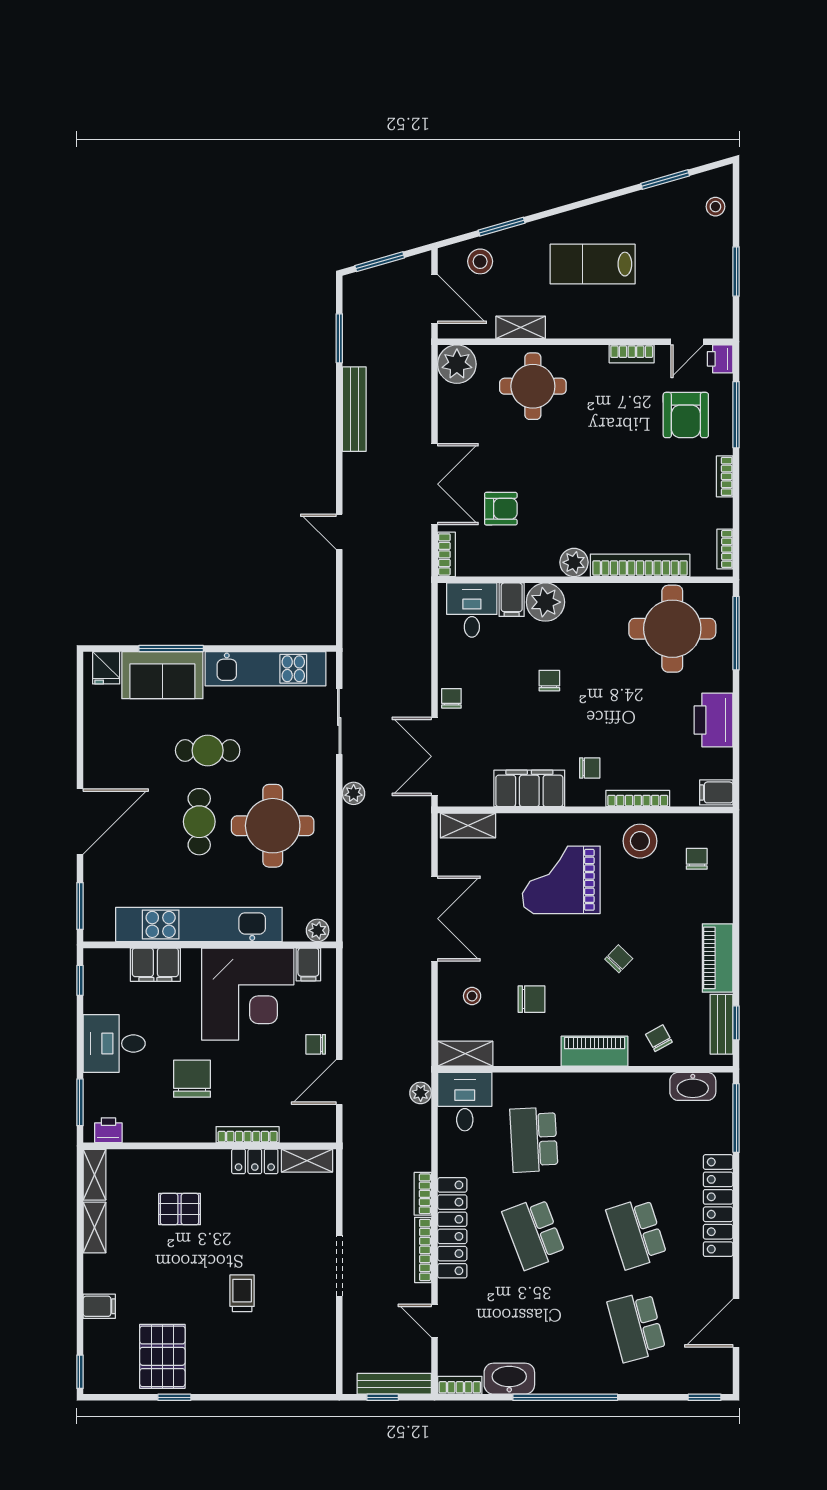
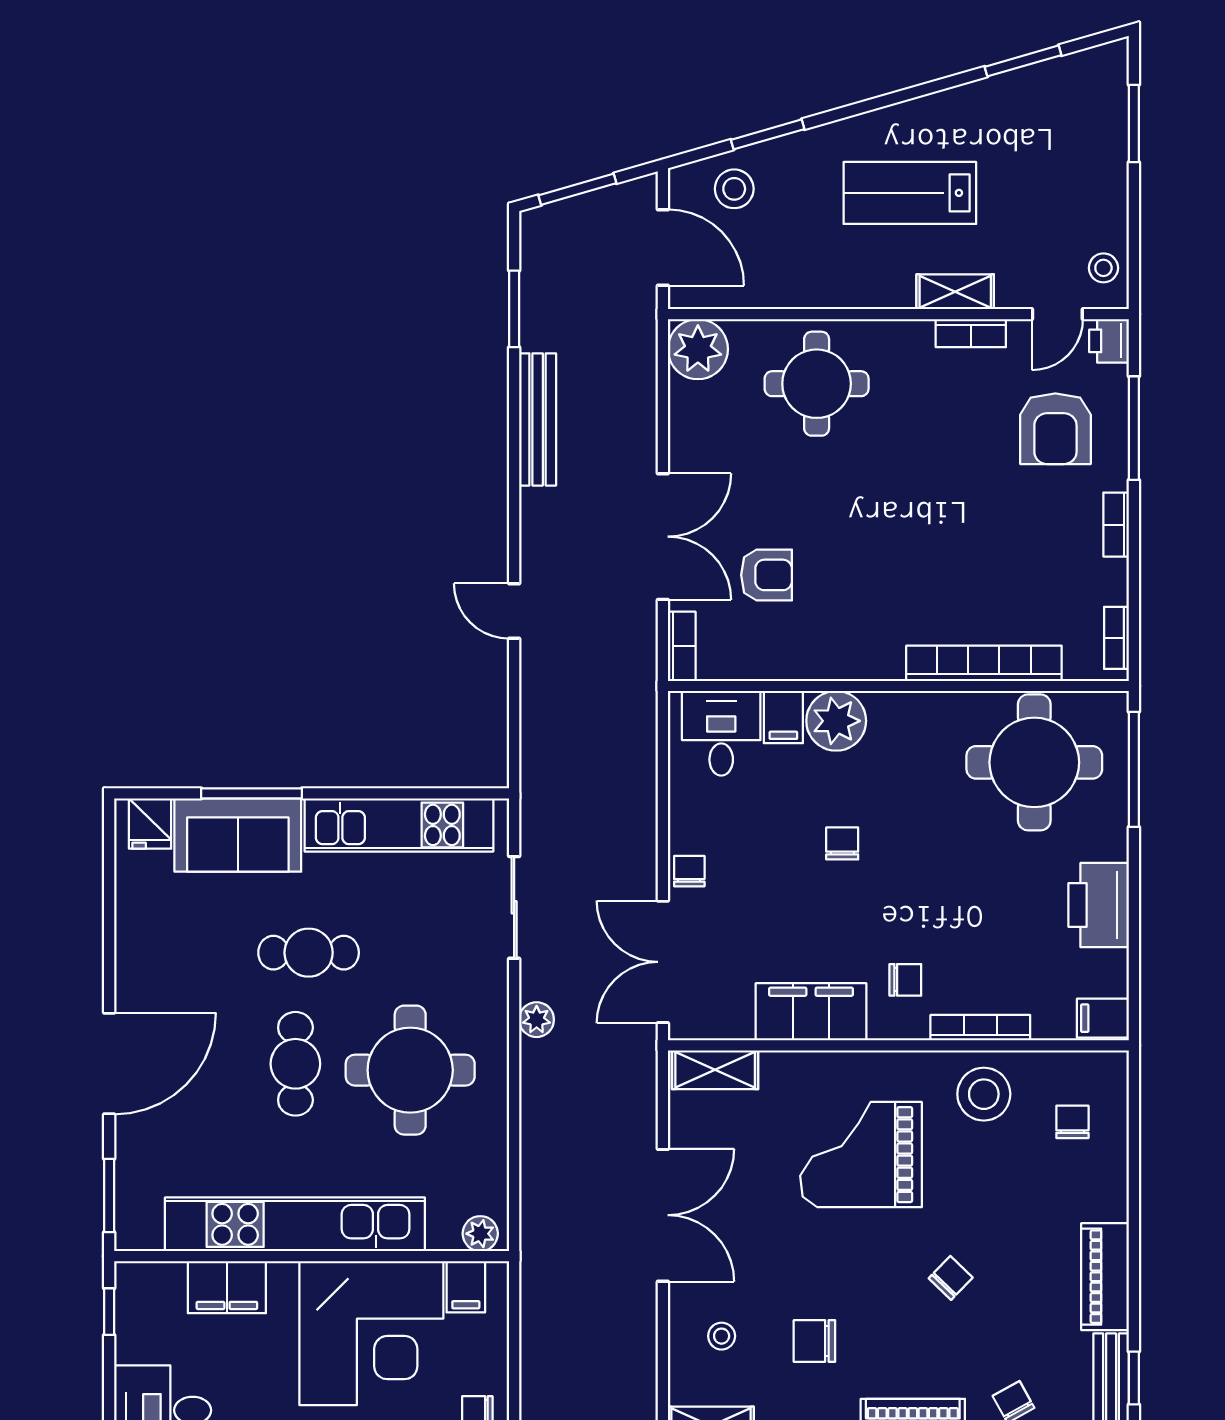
stool: (715, 207) -> (1103, 268), moved
window: (736, 272) -> (1134, 123), moved
shelving: (521, 327) -> (955, 292), moved
plant: (574, 562) -> (881, 659), removed
chair: (532, 999) -> (814, 1341), turned 180

